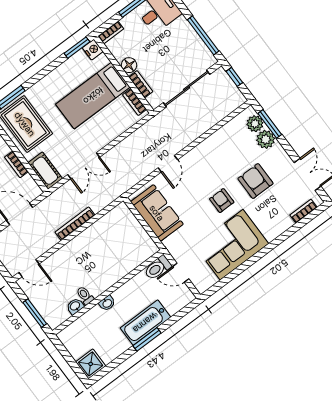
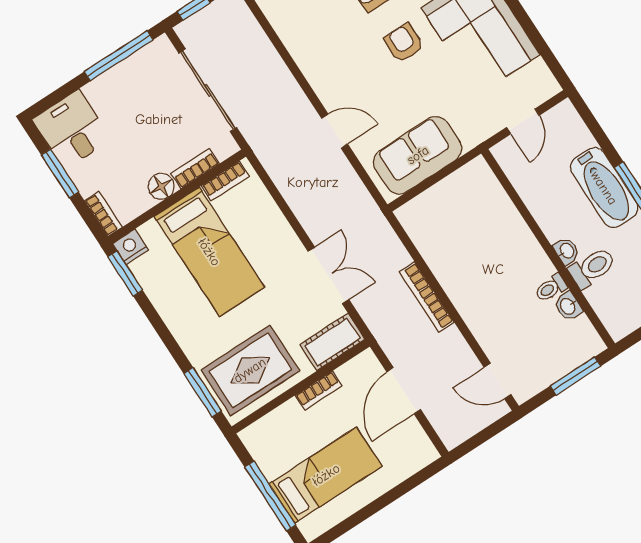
armchair: (222, 201) -> (404, 43), turned 90
door: (29, 268) -> (498, 381), swing flipped
toilet: (158, 268) -> (592, 268), moved, turned -90

